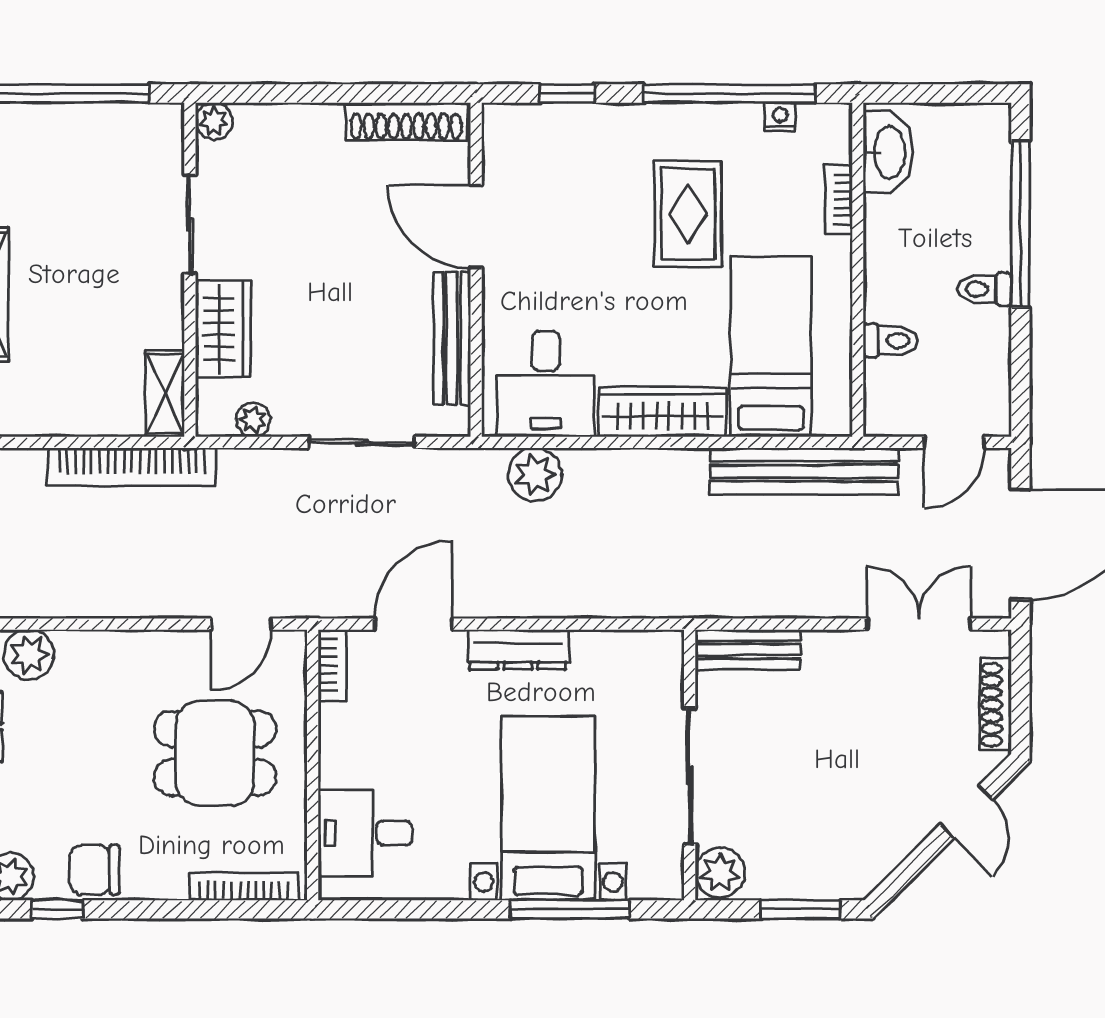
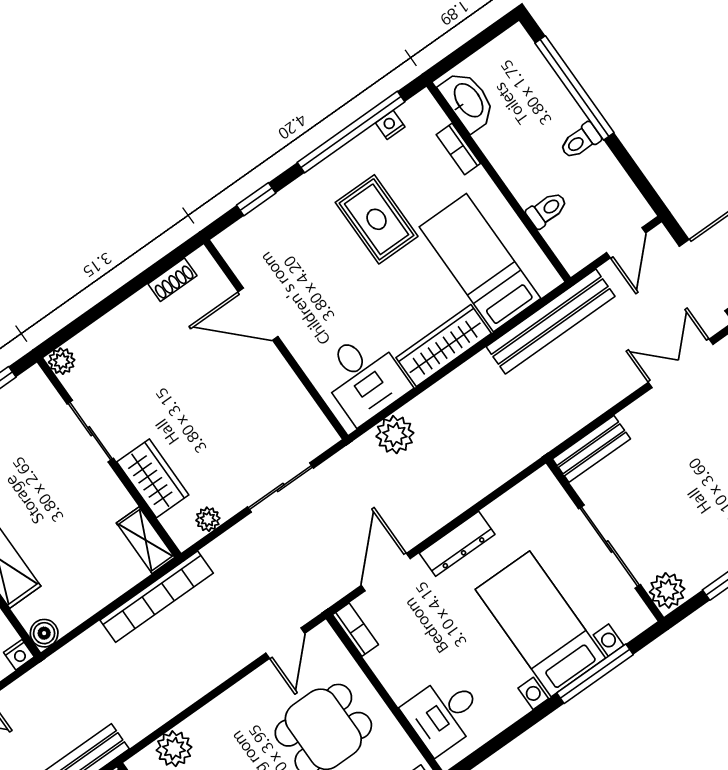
shoe rack: (406, 121) -> (172, 280), width x0.51, depth x0.81
bench: (452, 338) -> (290, 389), removed

